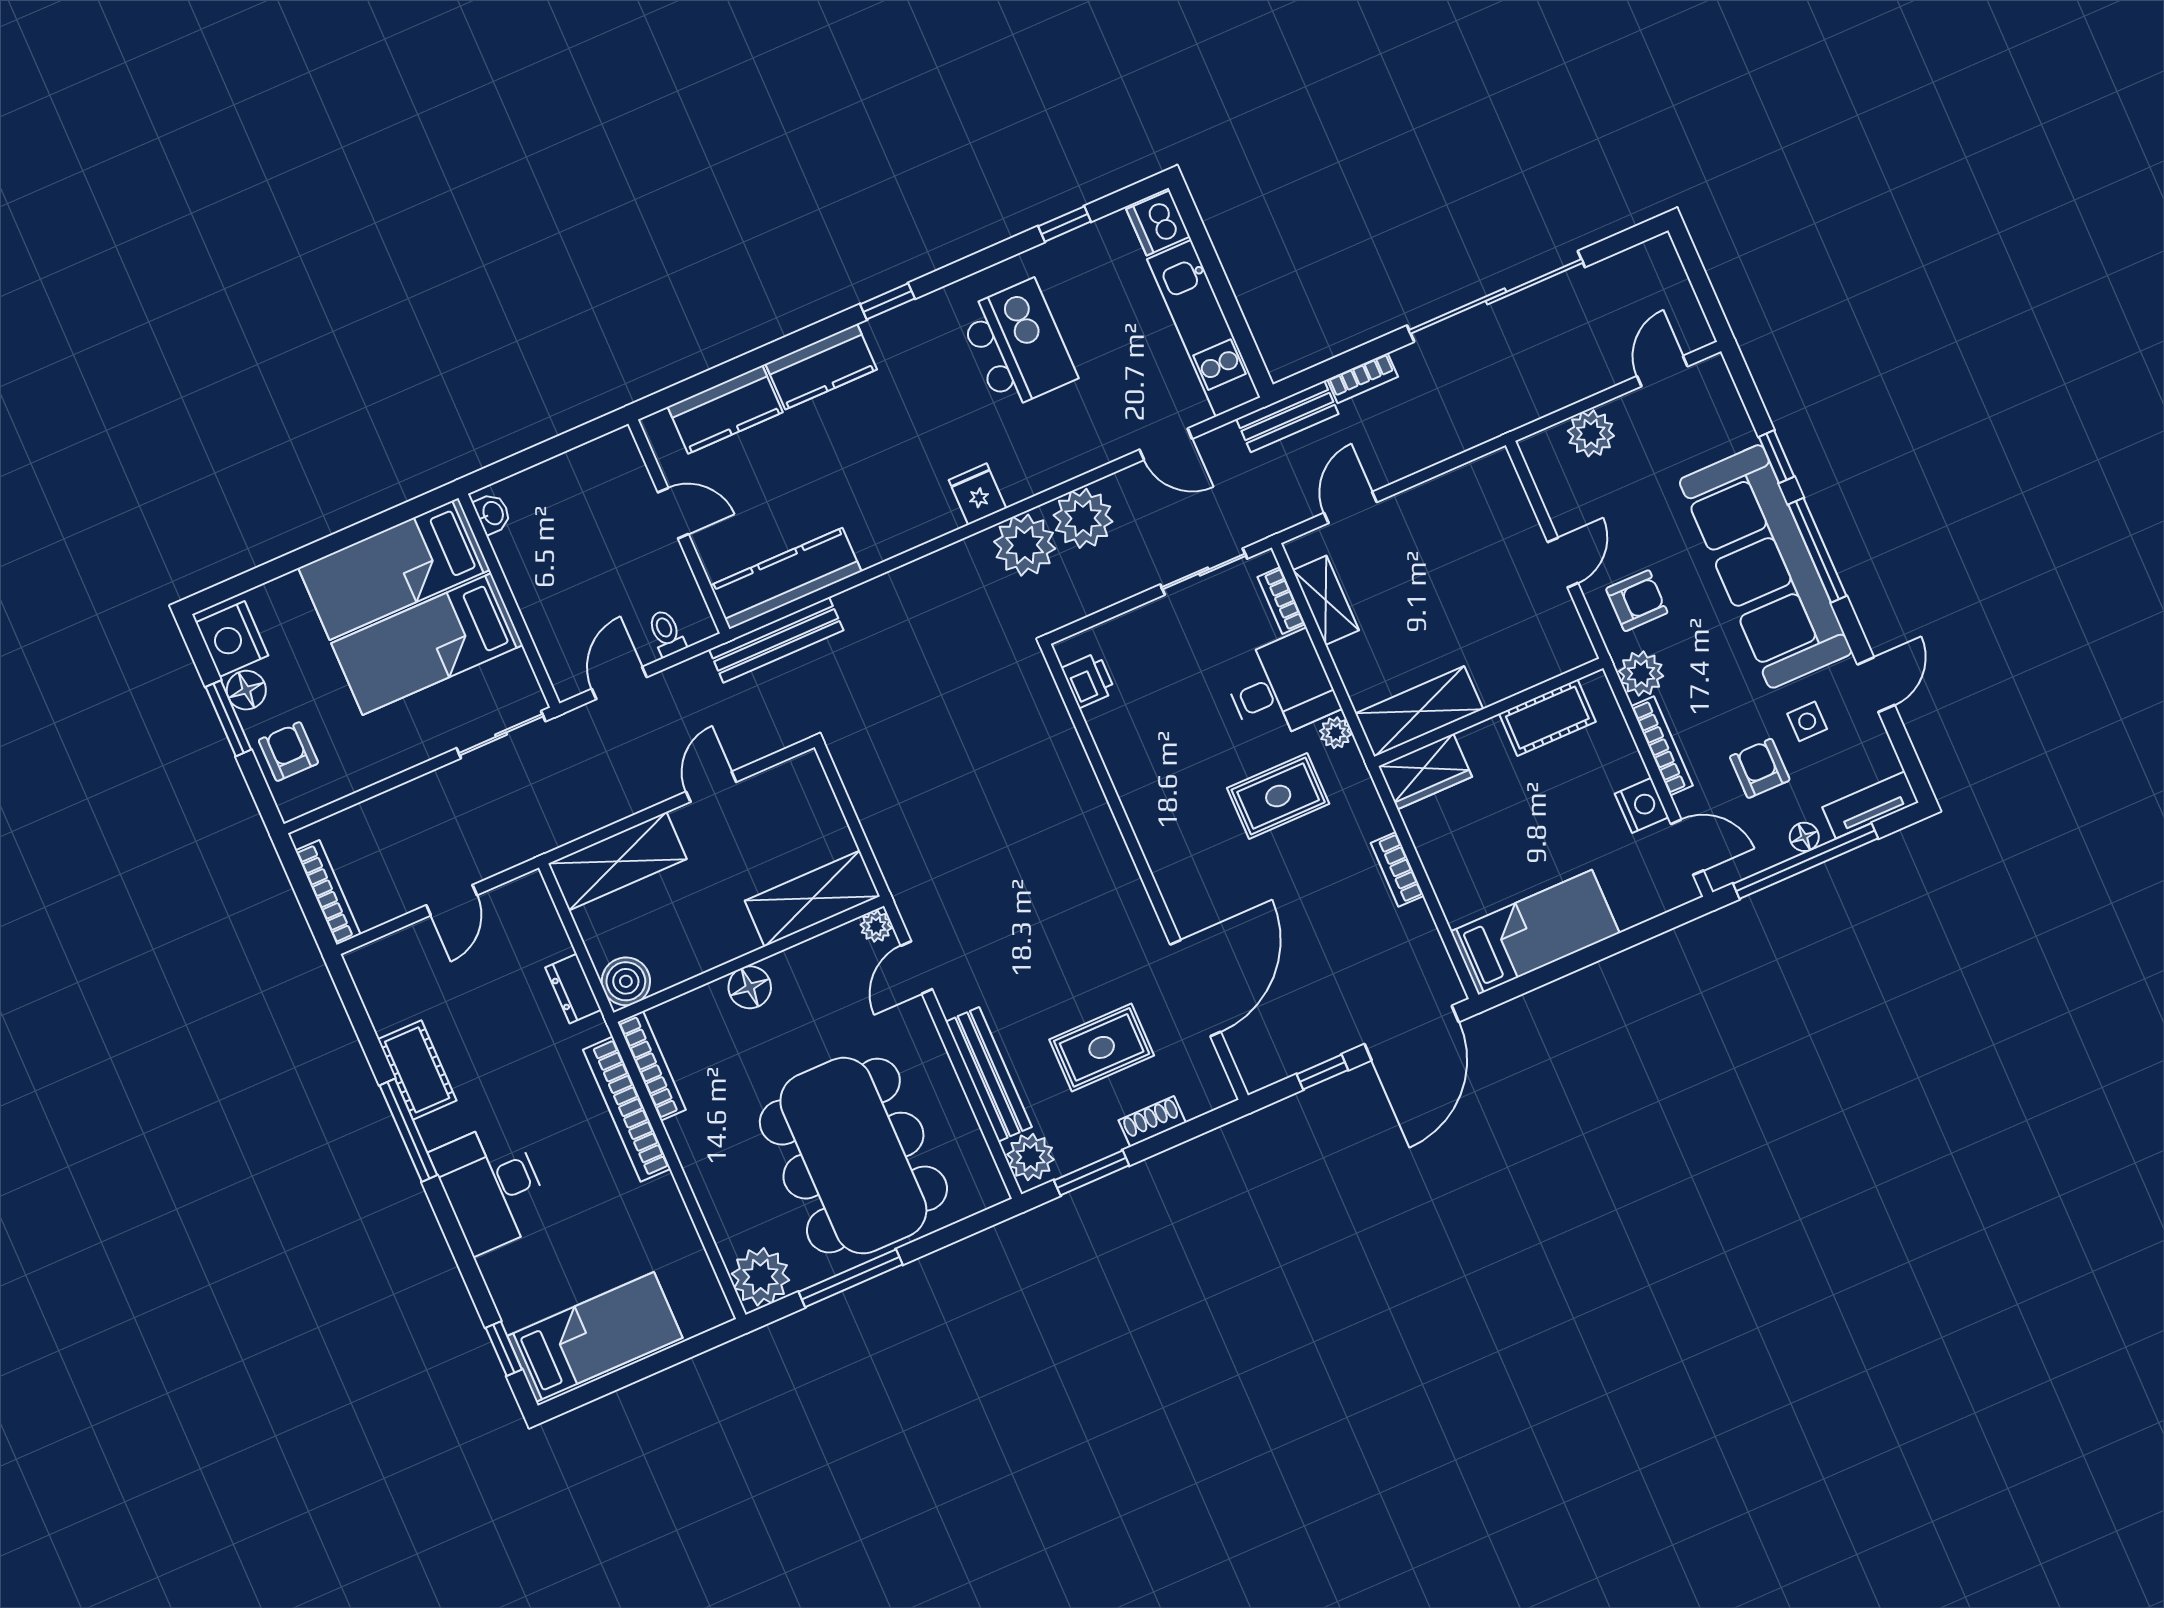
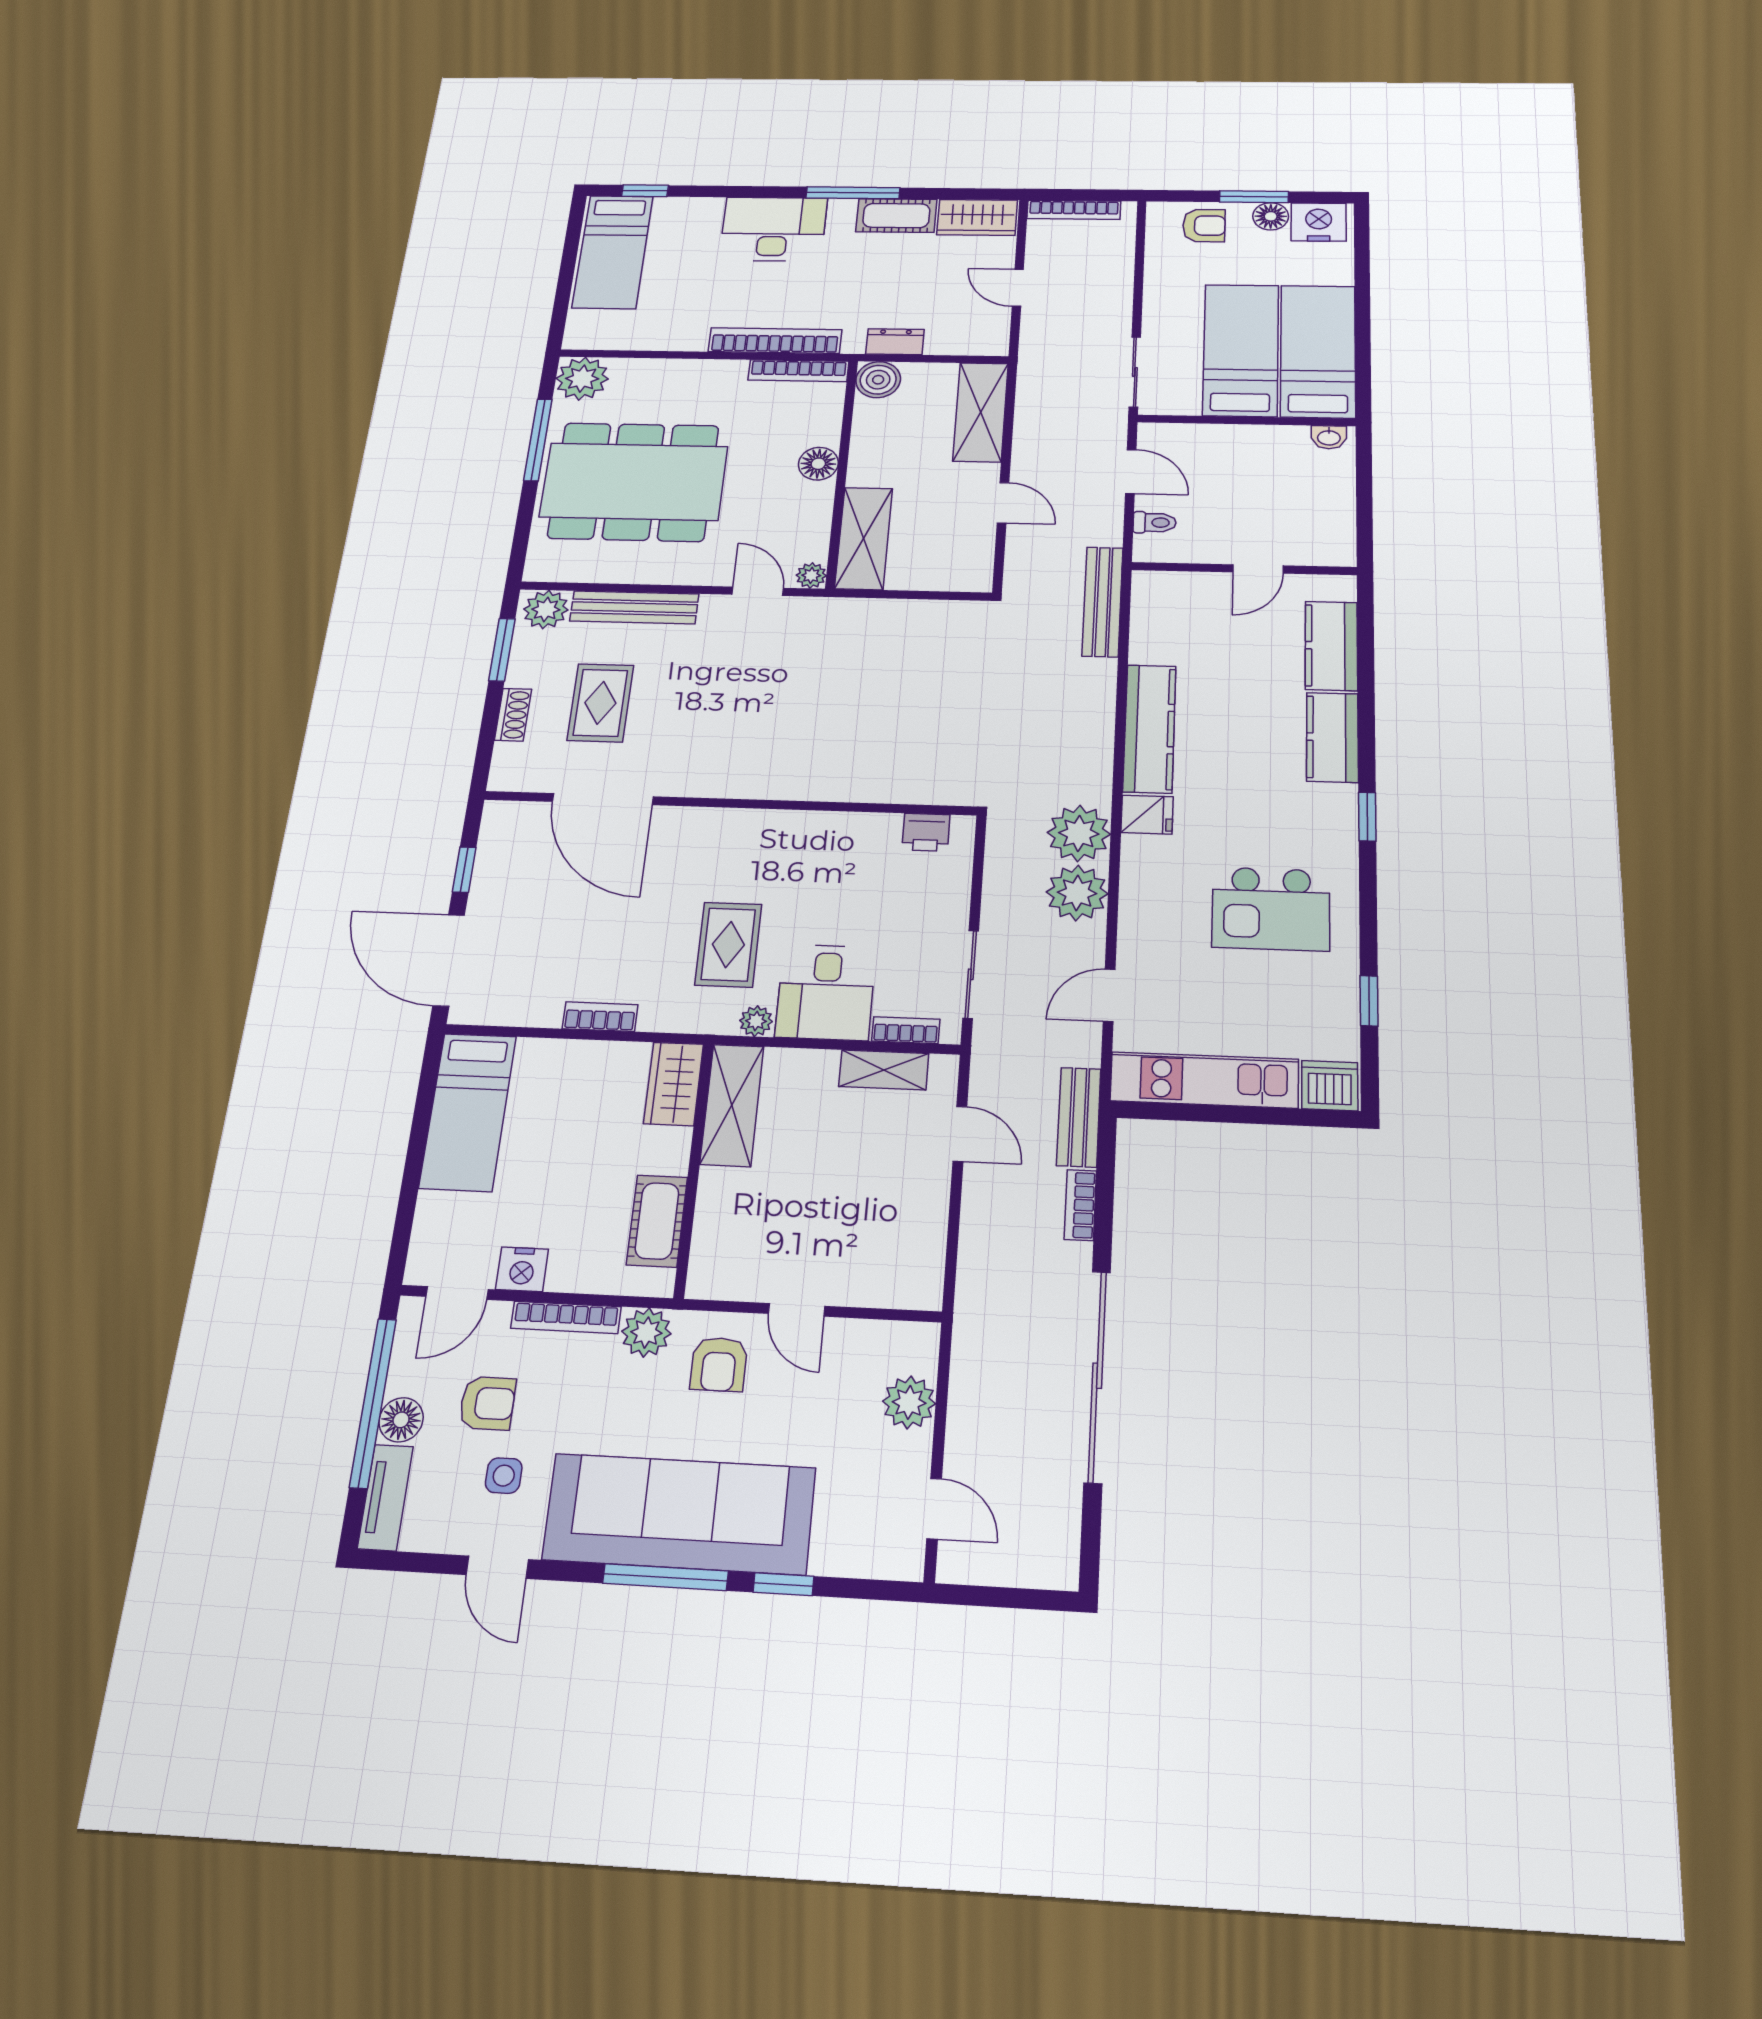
kitchen counter: (786, 579) -> (1149, 728), moved
floor lamp: (1804, 837) -> (401, 1420), width x1.37, depth x1.37
wardrobe: (382, 986) -> (977, 217), added

